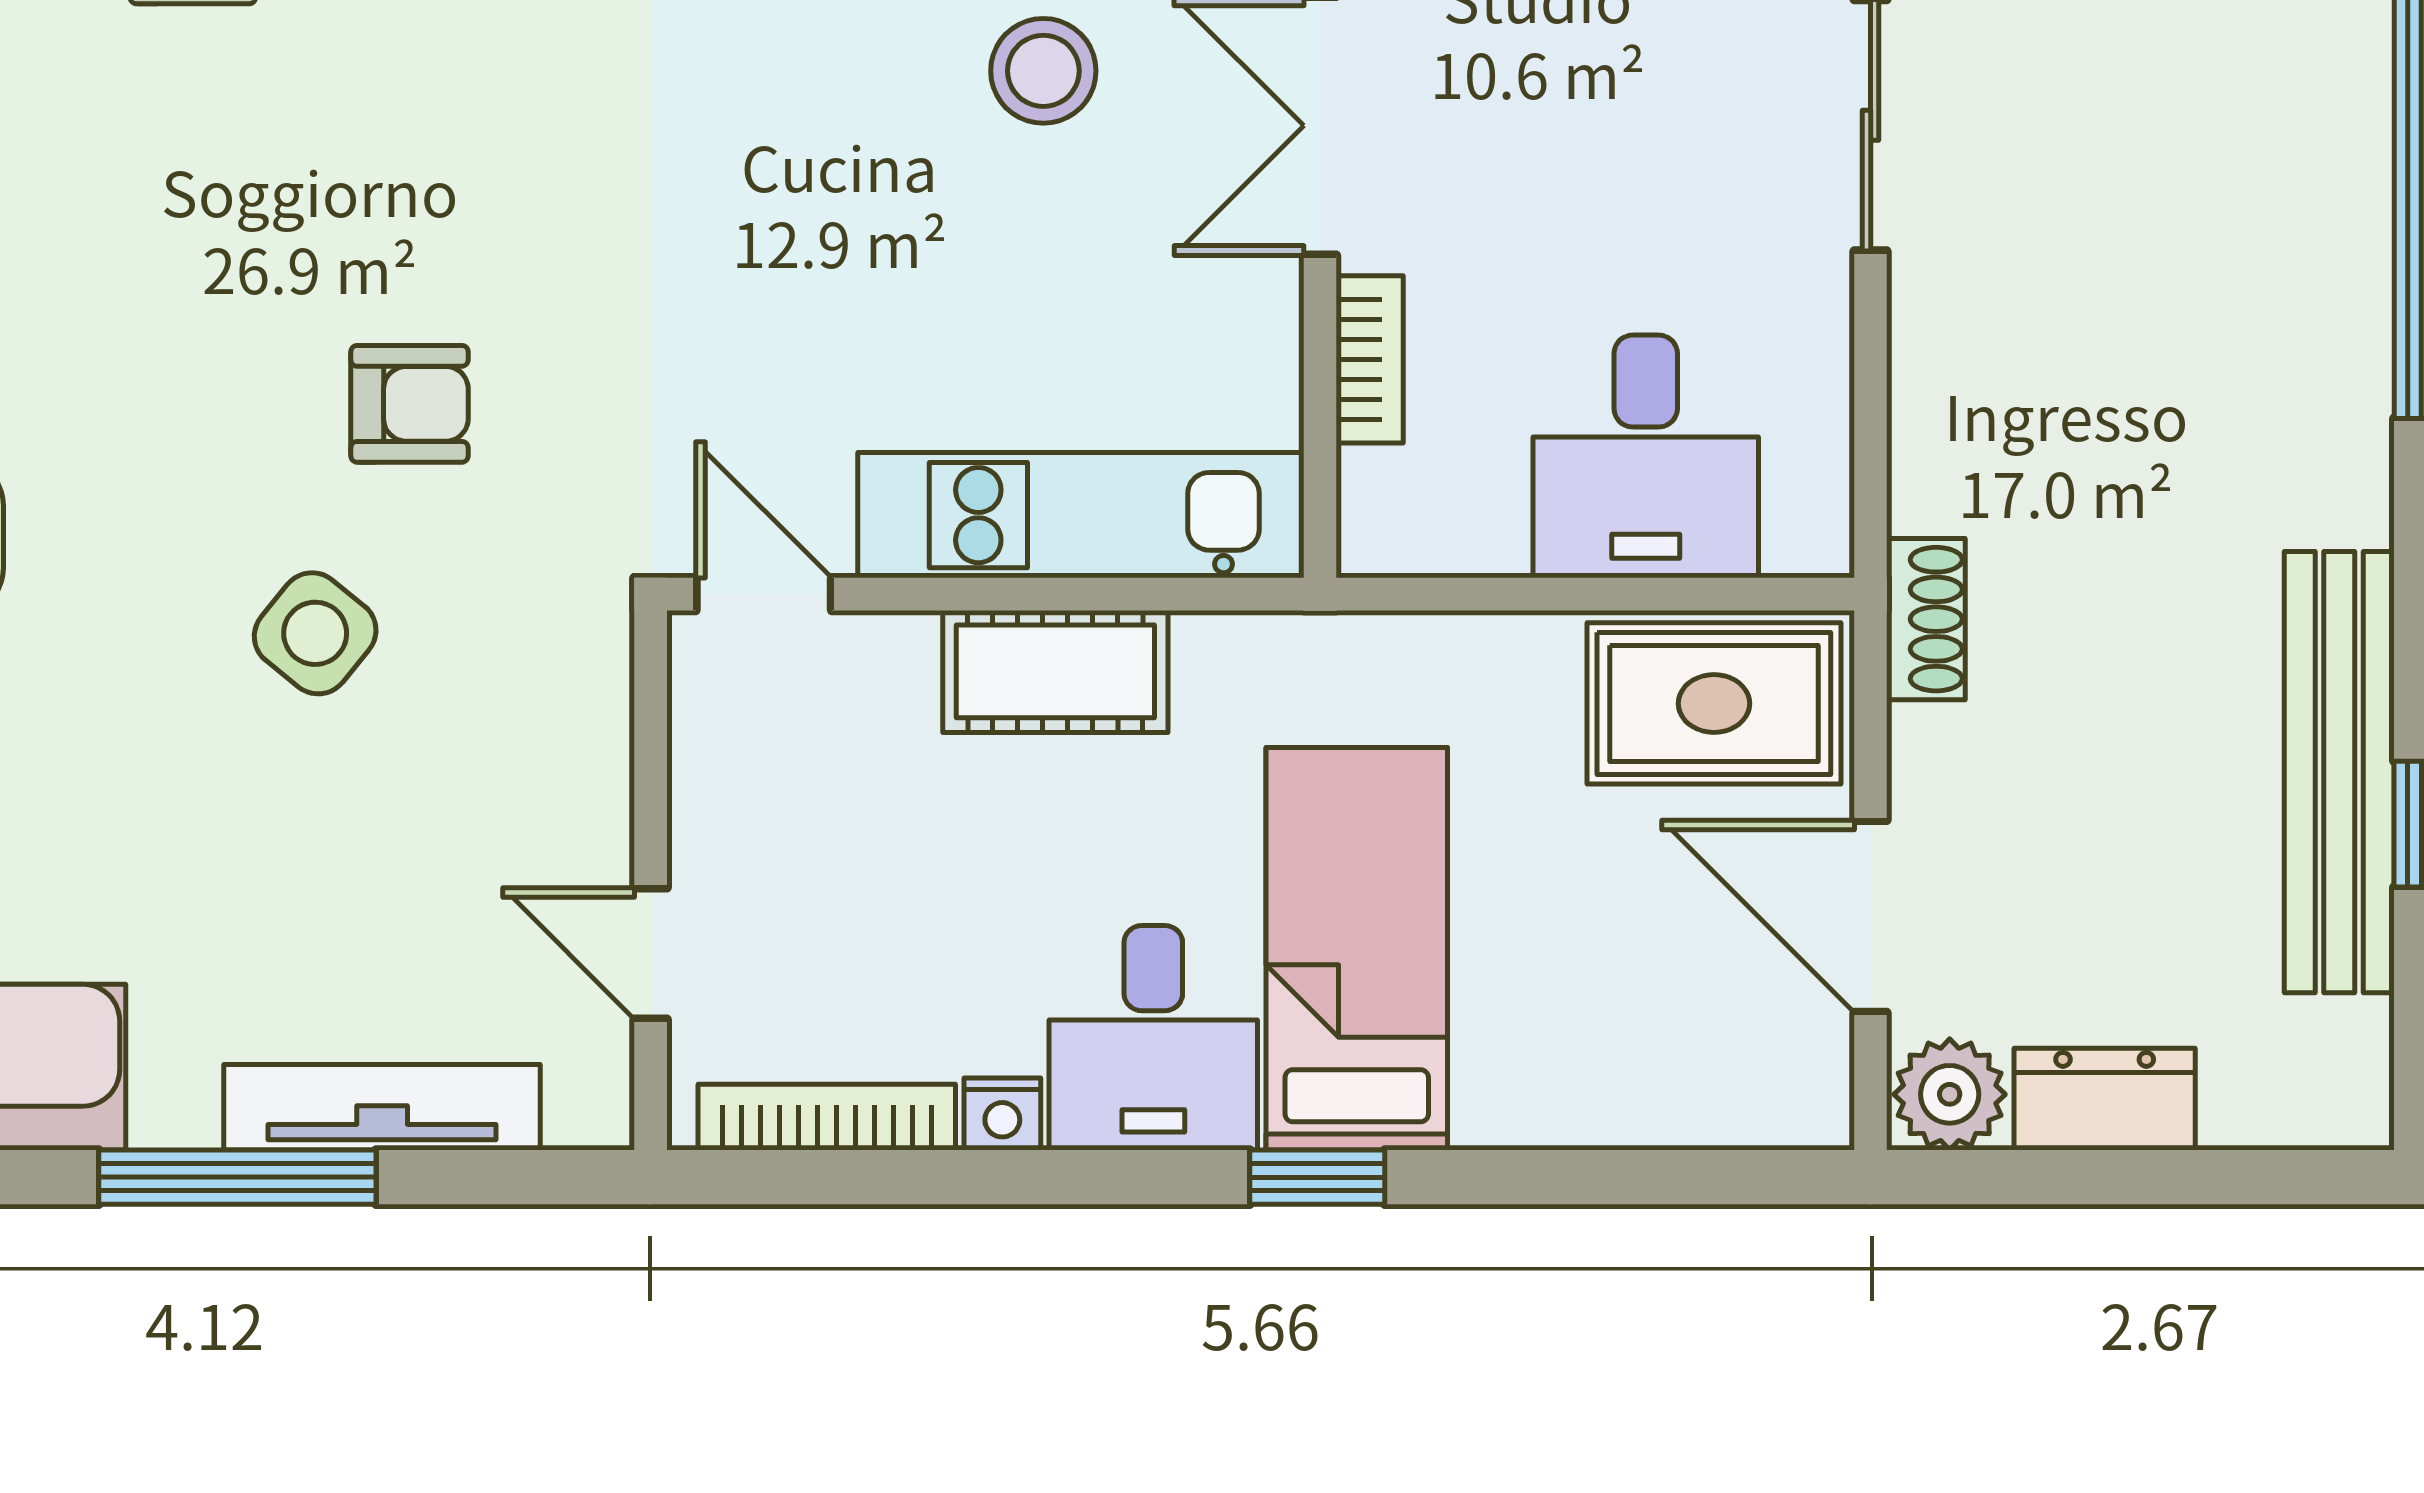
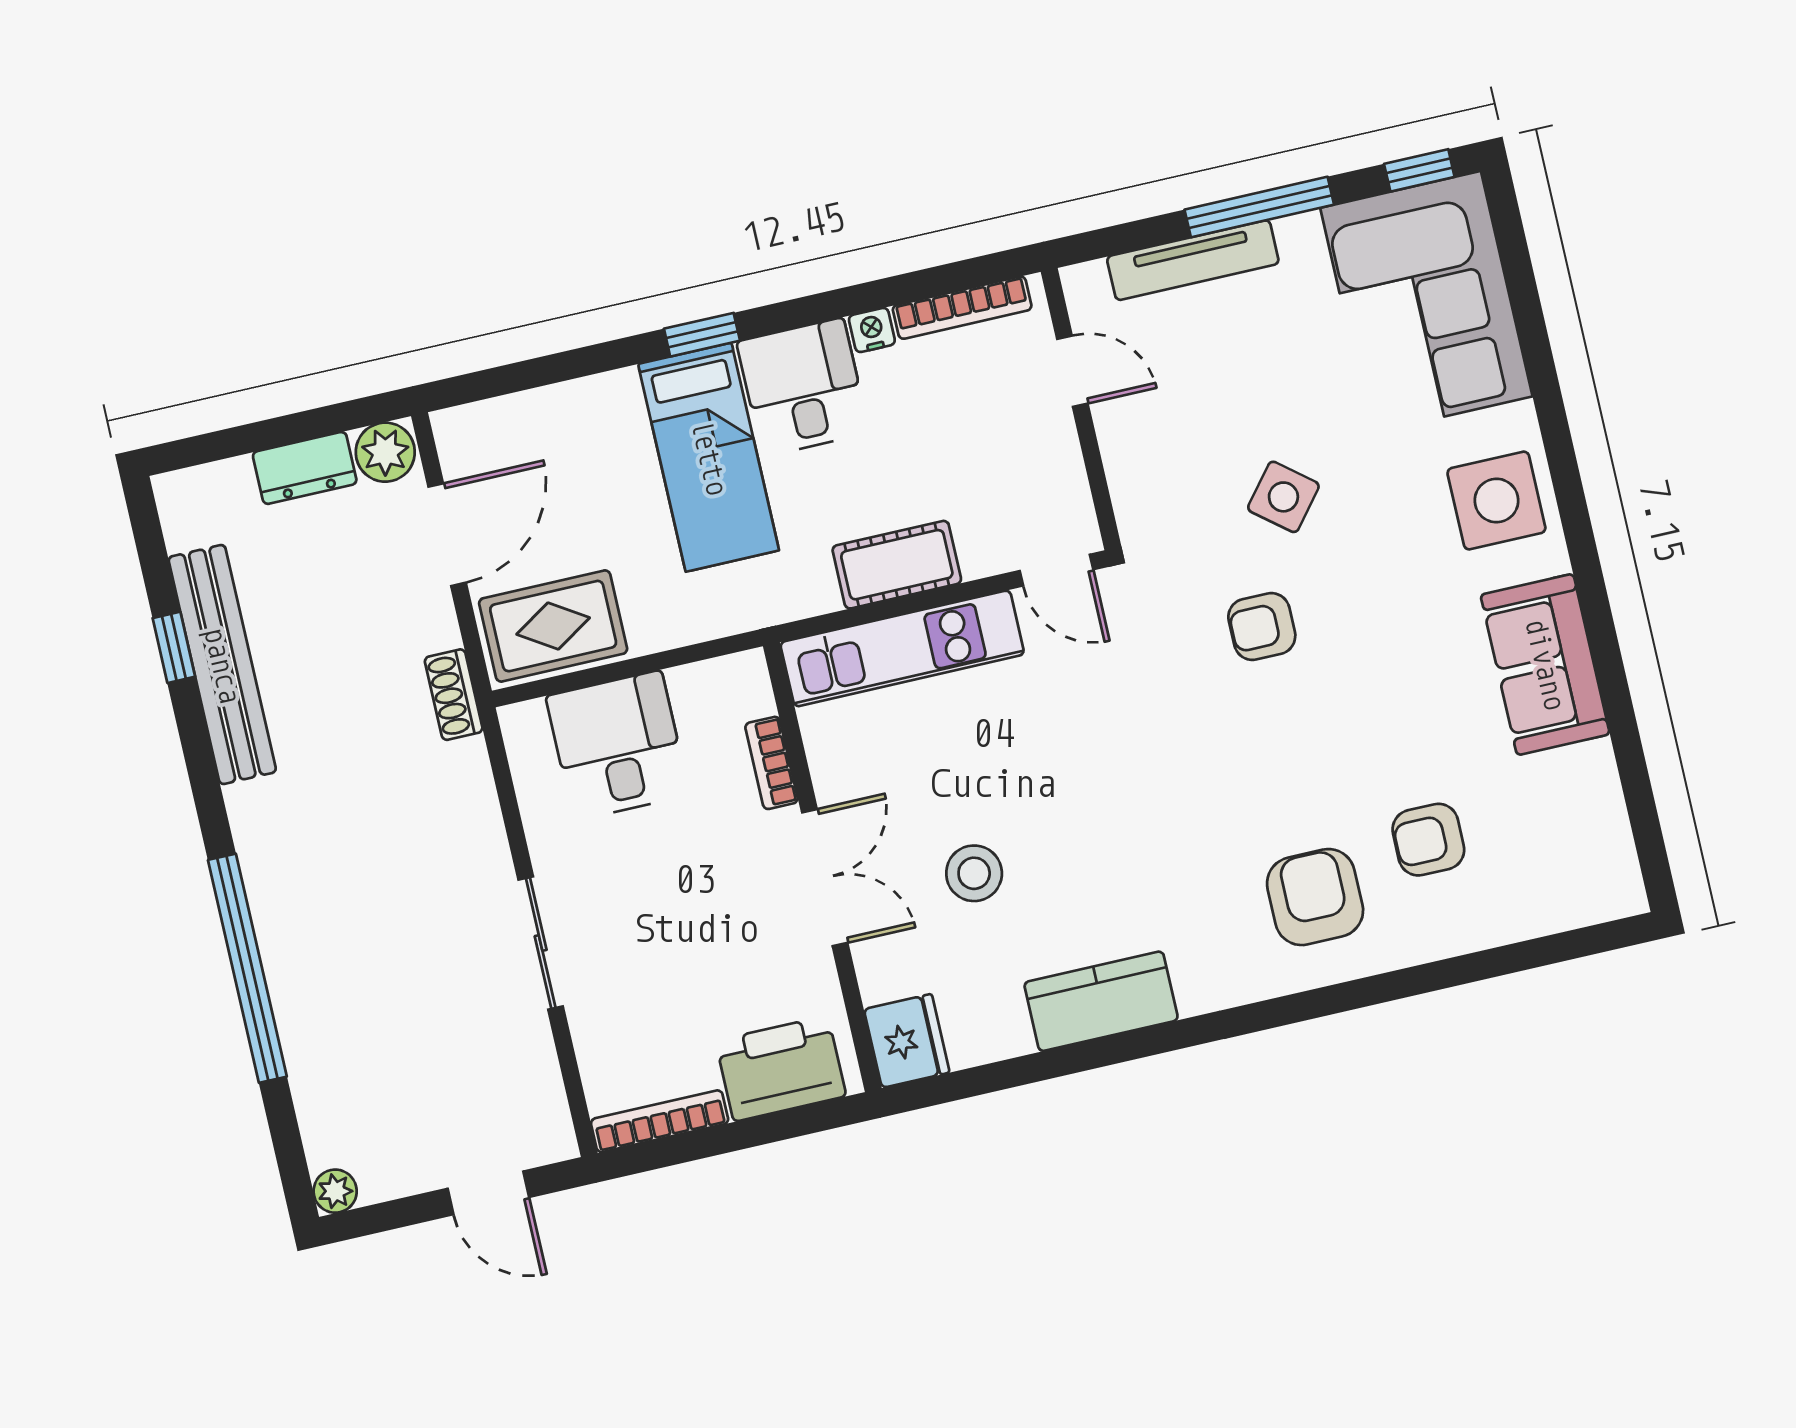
door: (1871, 916) -> (447, 535), hinge flipped

